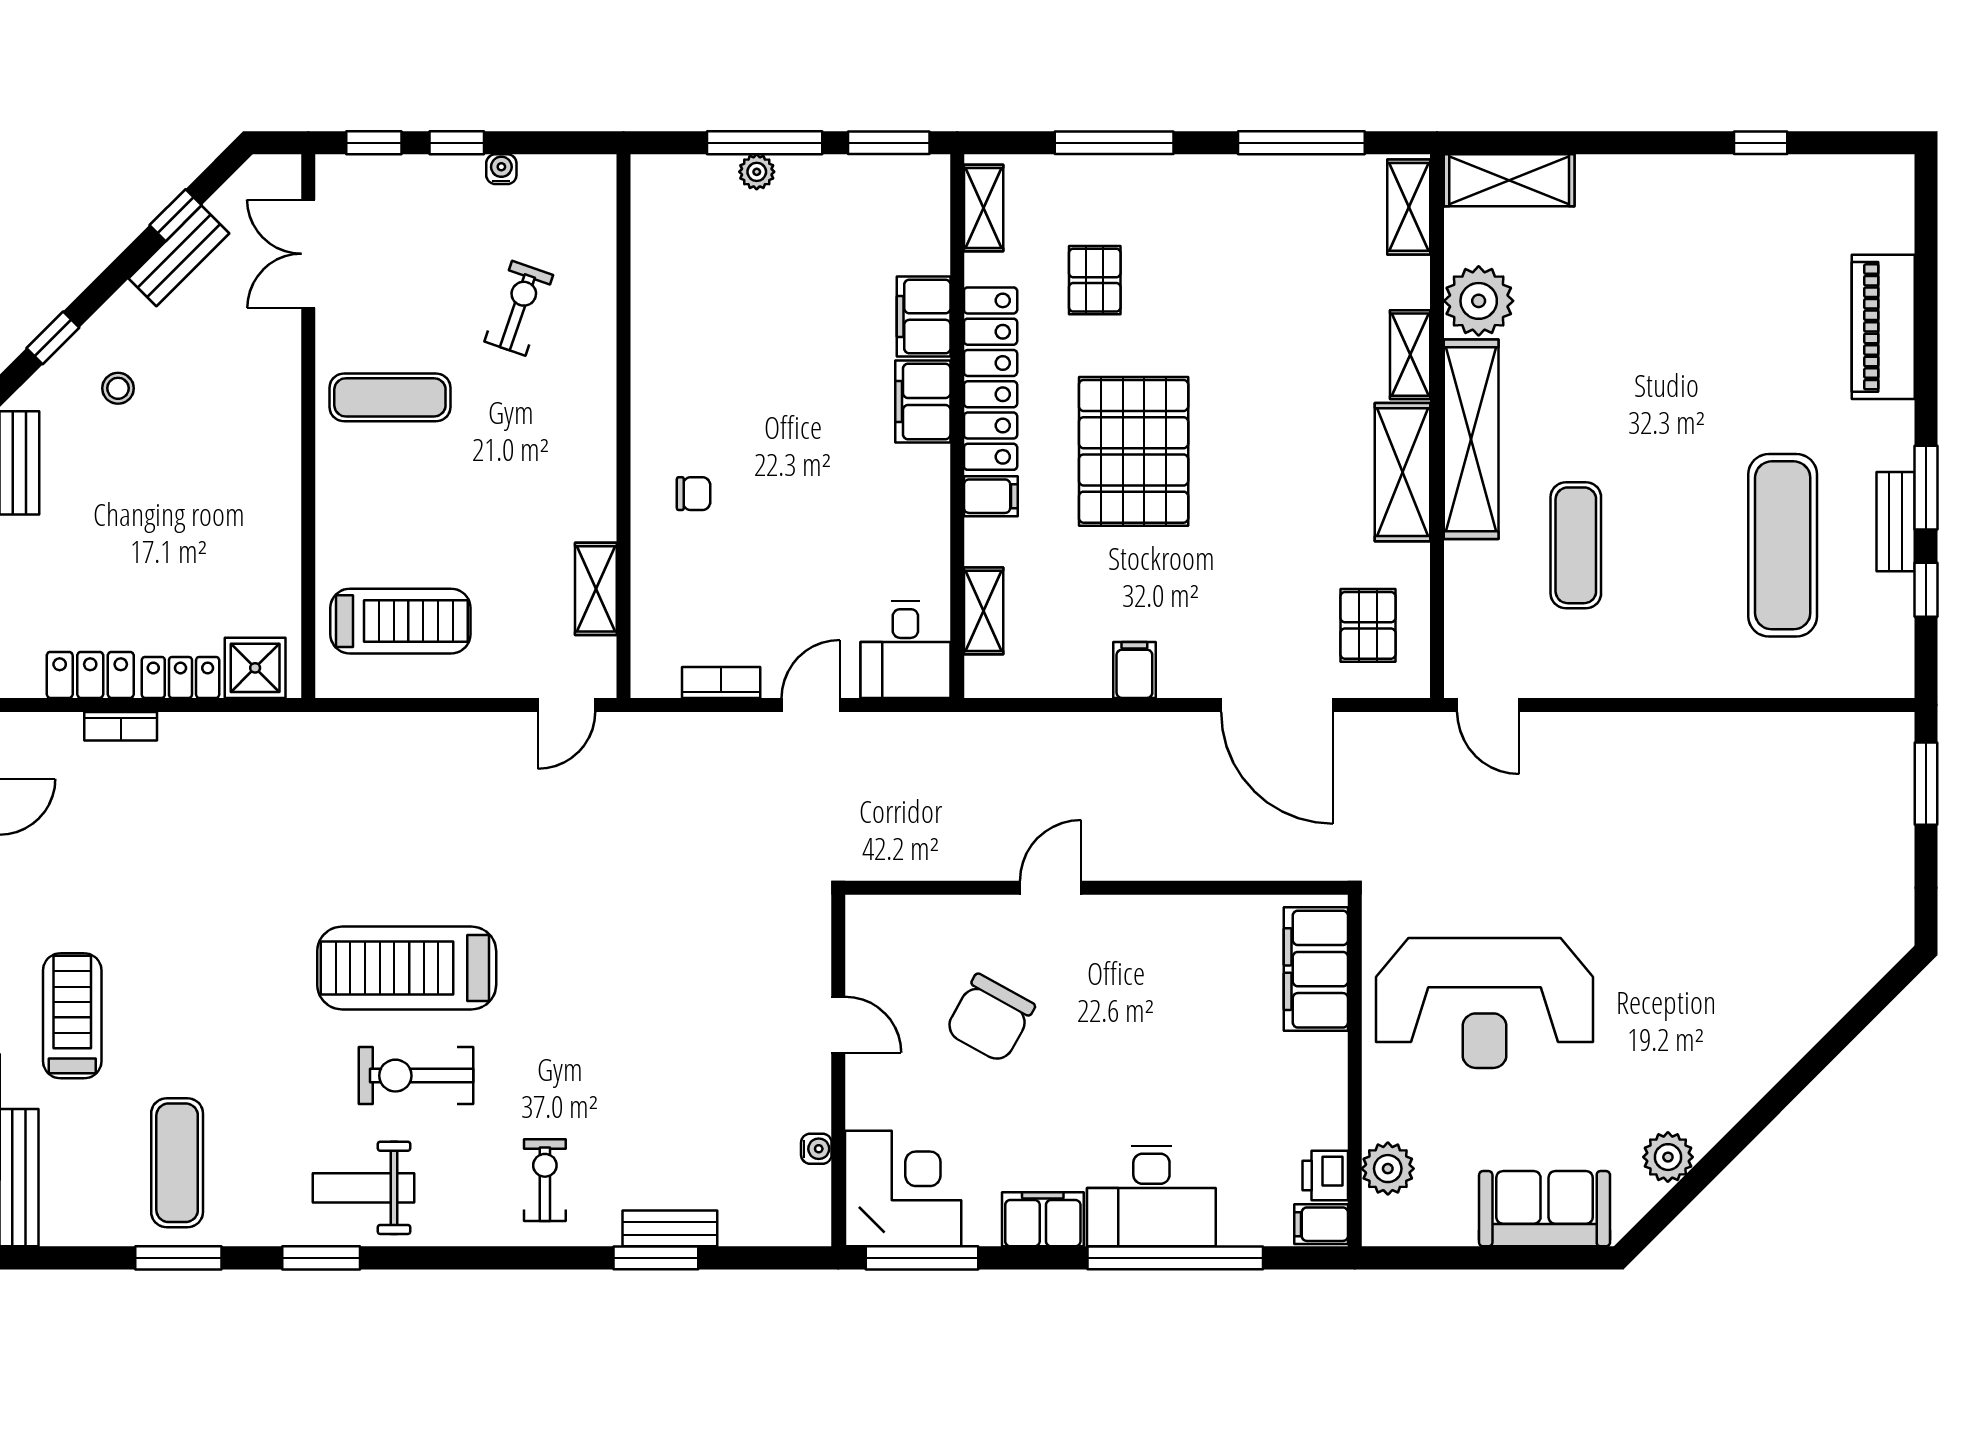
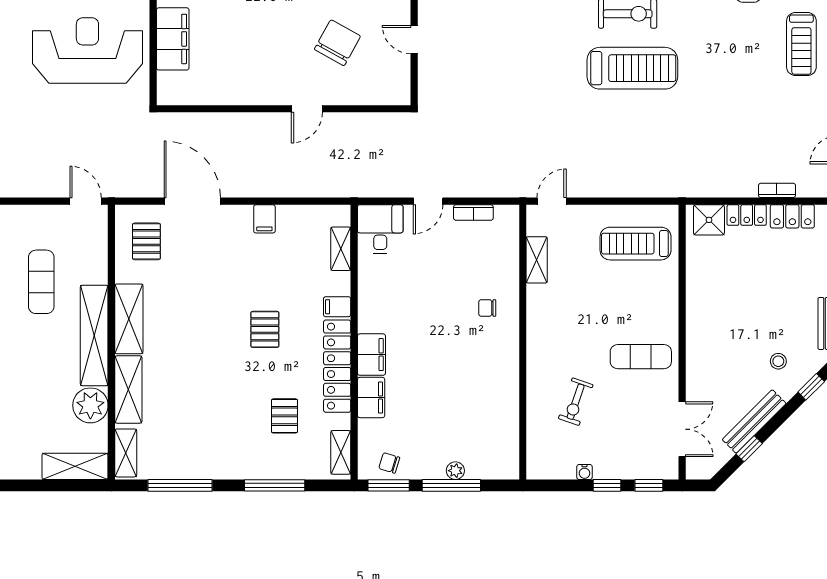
chair: (887, 187) -> (389, 463), added
bench: (179, 256) -> (754, 421), width x1.36
shelving: (1410, 355) -> (128, 390), width x1.50, depth x1.33
pallet: (1134, 451) -> (265, 329), width x0.49, depth x0.50
filing cabinet: (1316, 969) -> (173, 39), moved

